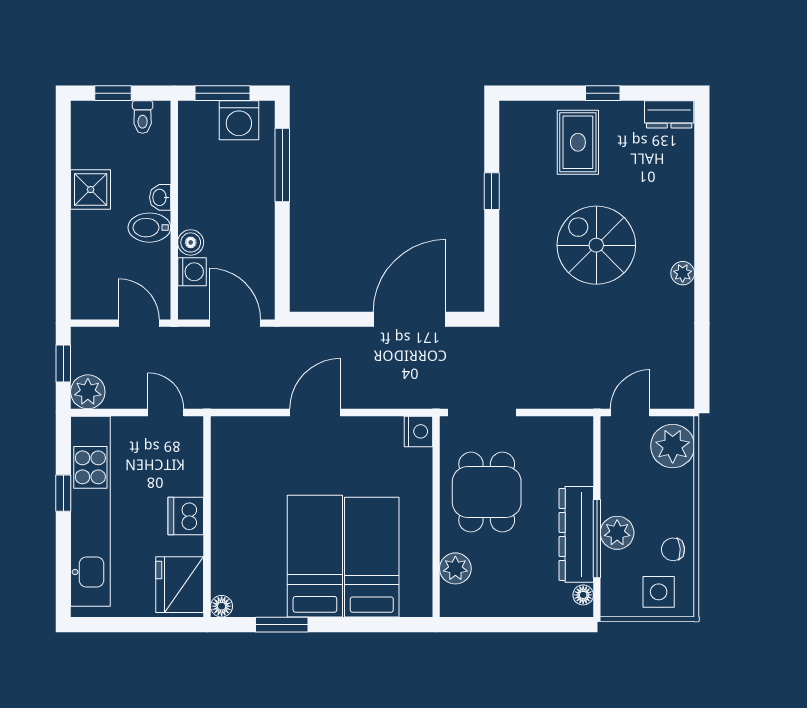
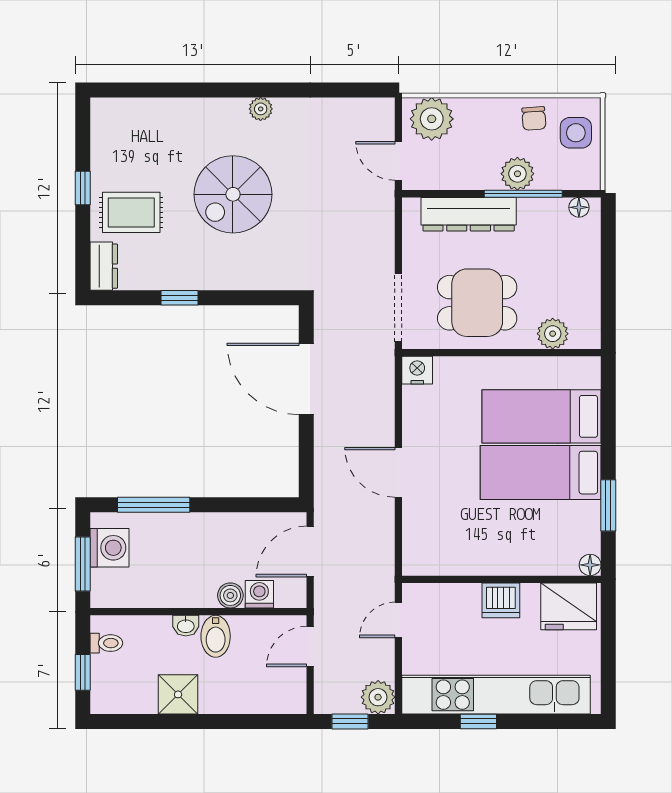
dresser: (669, 114) -> (104, 266), moved
dresser: (576, 534) -> (469, 214), moved

